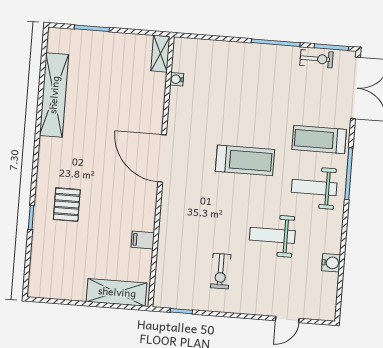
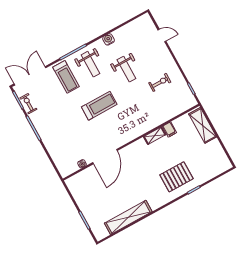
shelving: (160, 54) -> (155, 136), moved
door: (162, 158) -> (105, 157), moved
treadmill: (245, 160) -> (99, 106), turned 90
pallet: (67, 205) -> (176, 177), width x1.50, depth x1.42
water cooler: (331, 263) -> (109, 39), moved

